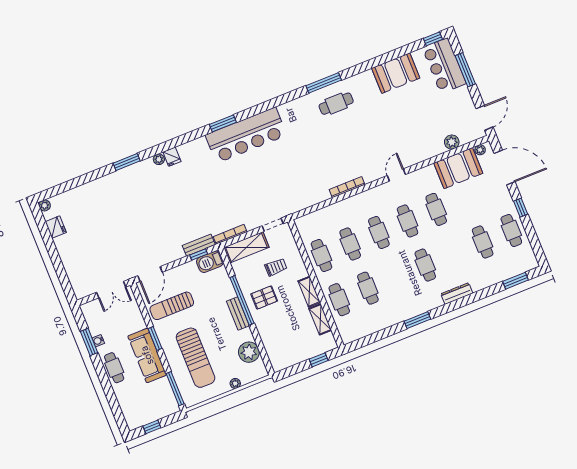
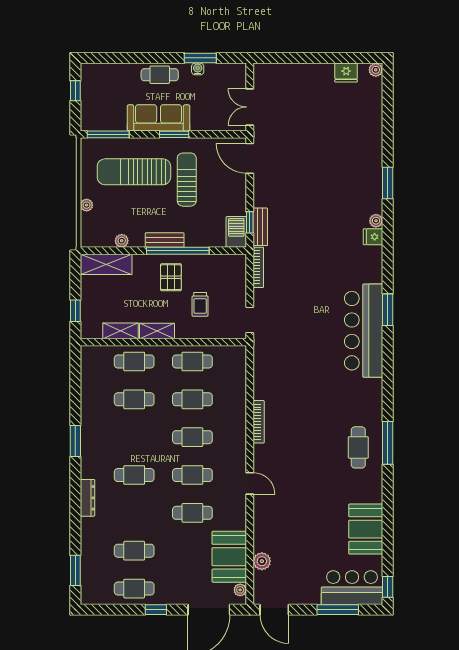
shelving: (246, 247) -> (106, 264), moved, turned 90
sun lounger: (172, 306) -> (187, 180), moved
plant: (249, 352) -> (122, 241), width x0.53, depth x0.53

